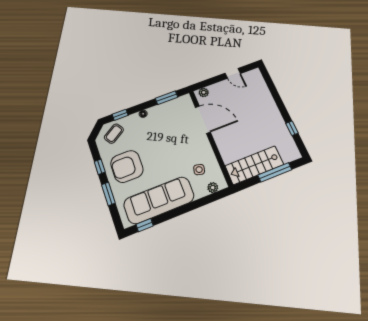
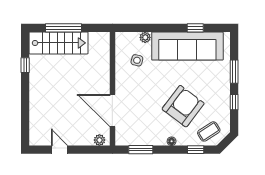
stairs: (254, 165) -> (59, 43), moved
armchair: (127, 166) -> (183, 106), moved, turned -53
plant: (213, 188) -> (145, 37), moved
window: (145, 225) -> (195, 28), moved

